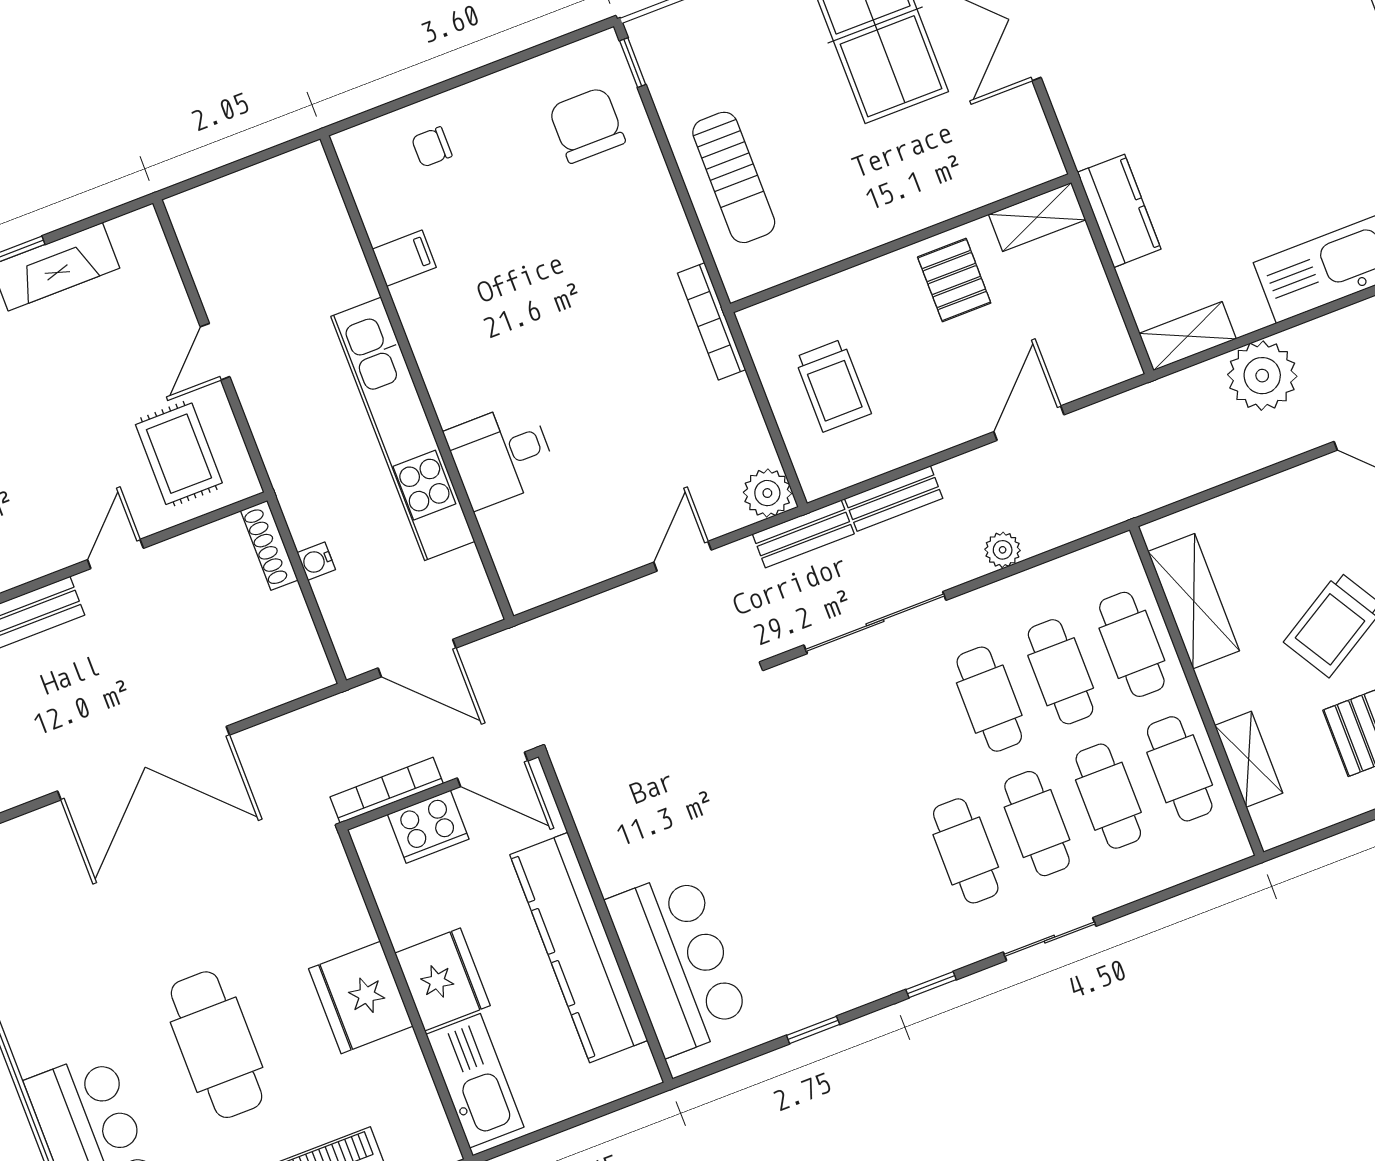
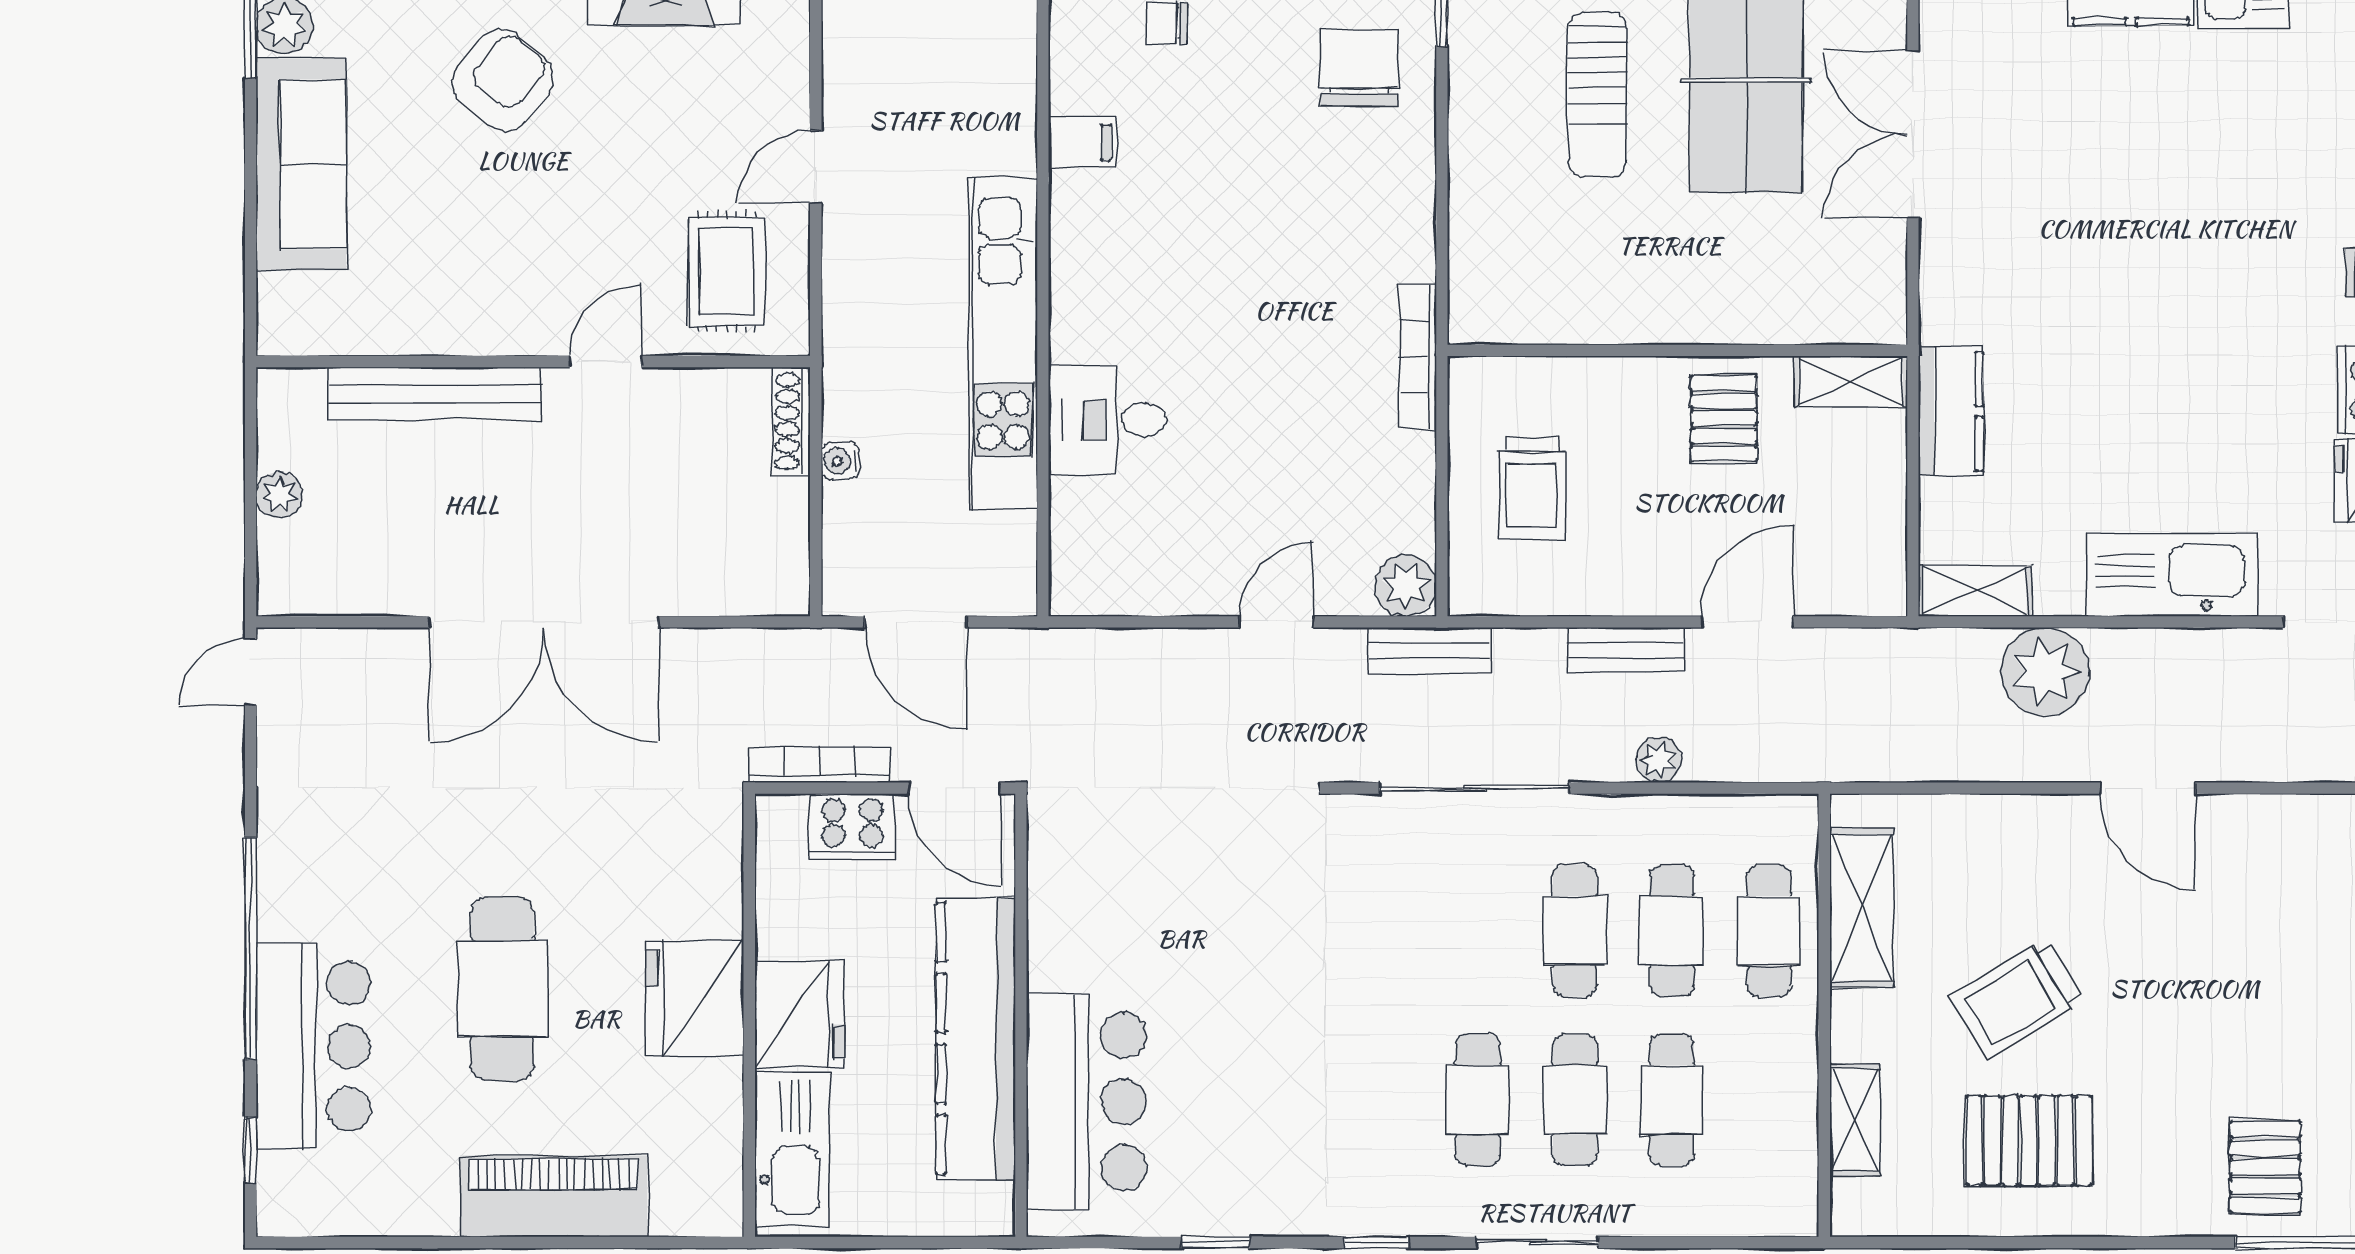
sun lounger: (734, 177) -> (1597, 95), moved
bench: (894, 499) -> (1626, 650), moved
cafe table: (1180, 769) -> (1769, 1100), removed

